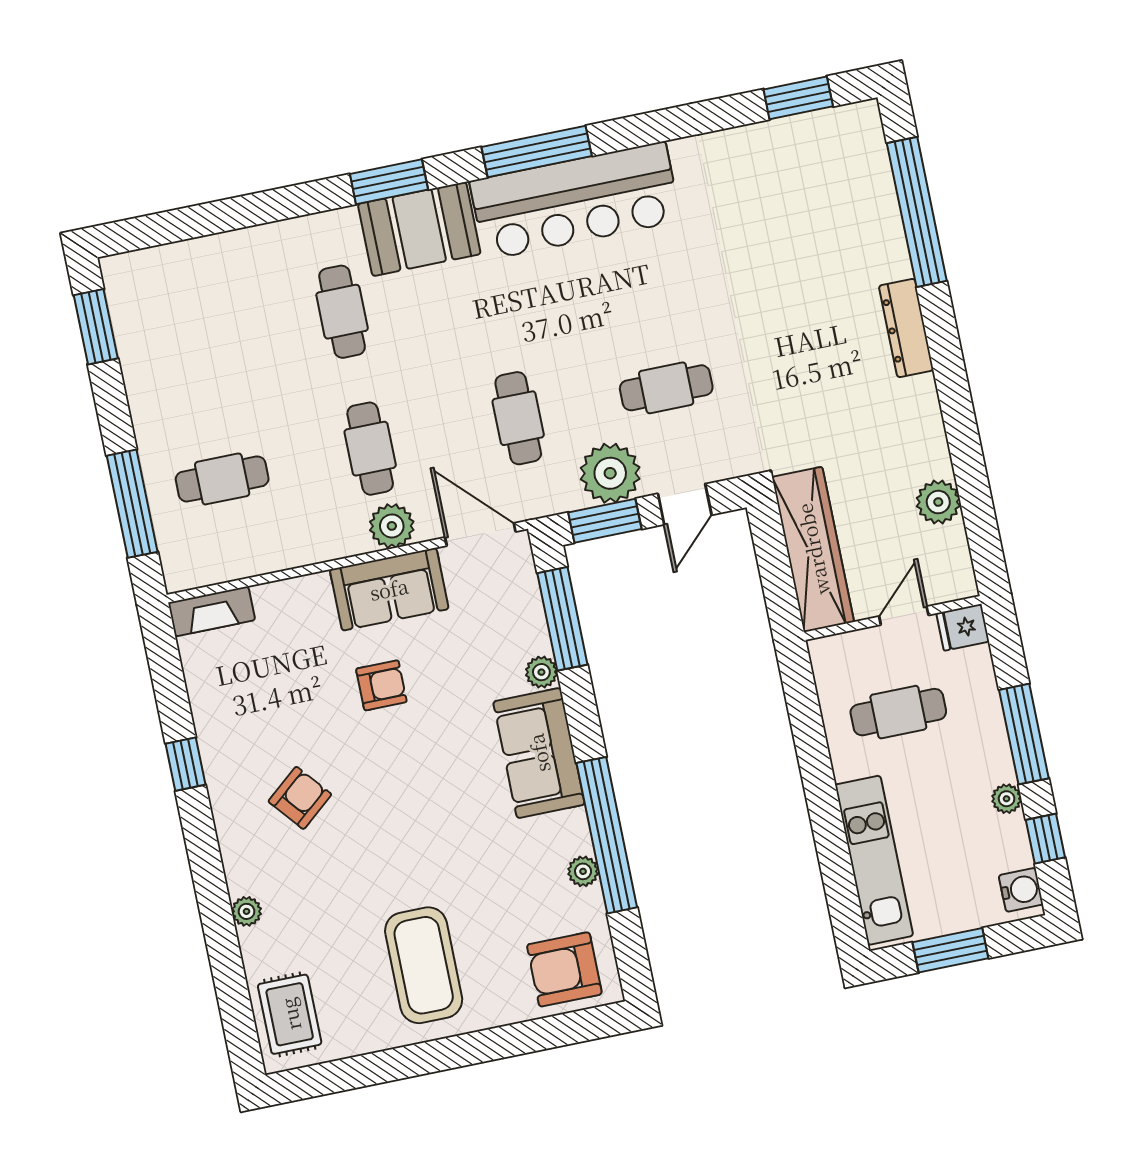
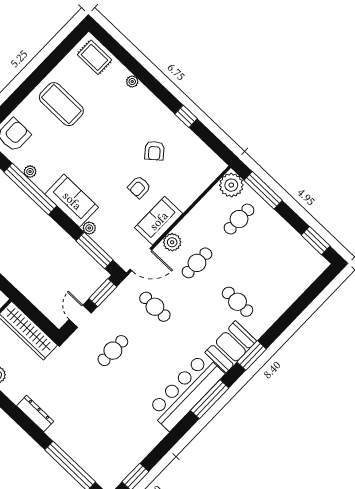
dresser: (906, 328) -> (35, 414), moved
cafe table: (370, 449) -> (197, 263), turned 90
plant: (610, 473) -> (231, 185), moved
fireplace: (212, 611) -> (212, 173), removed
armchair: (300, 798) -> (154, 151), moved

